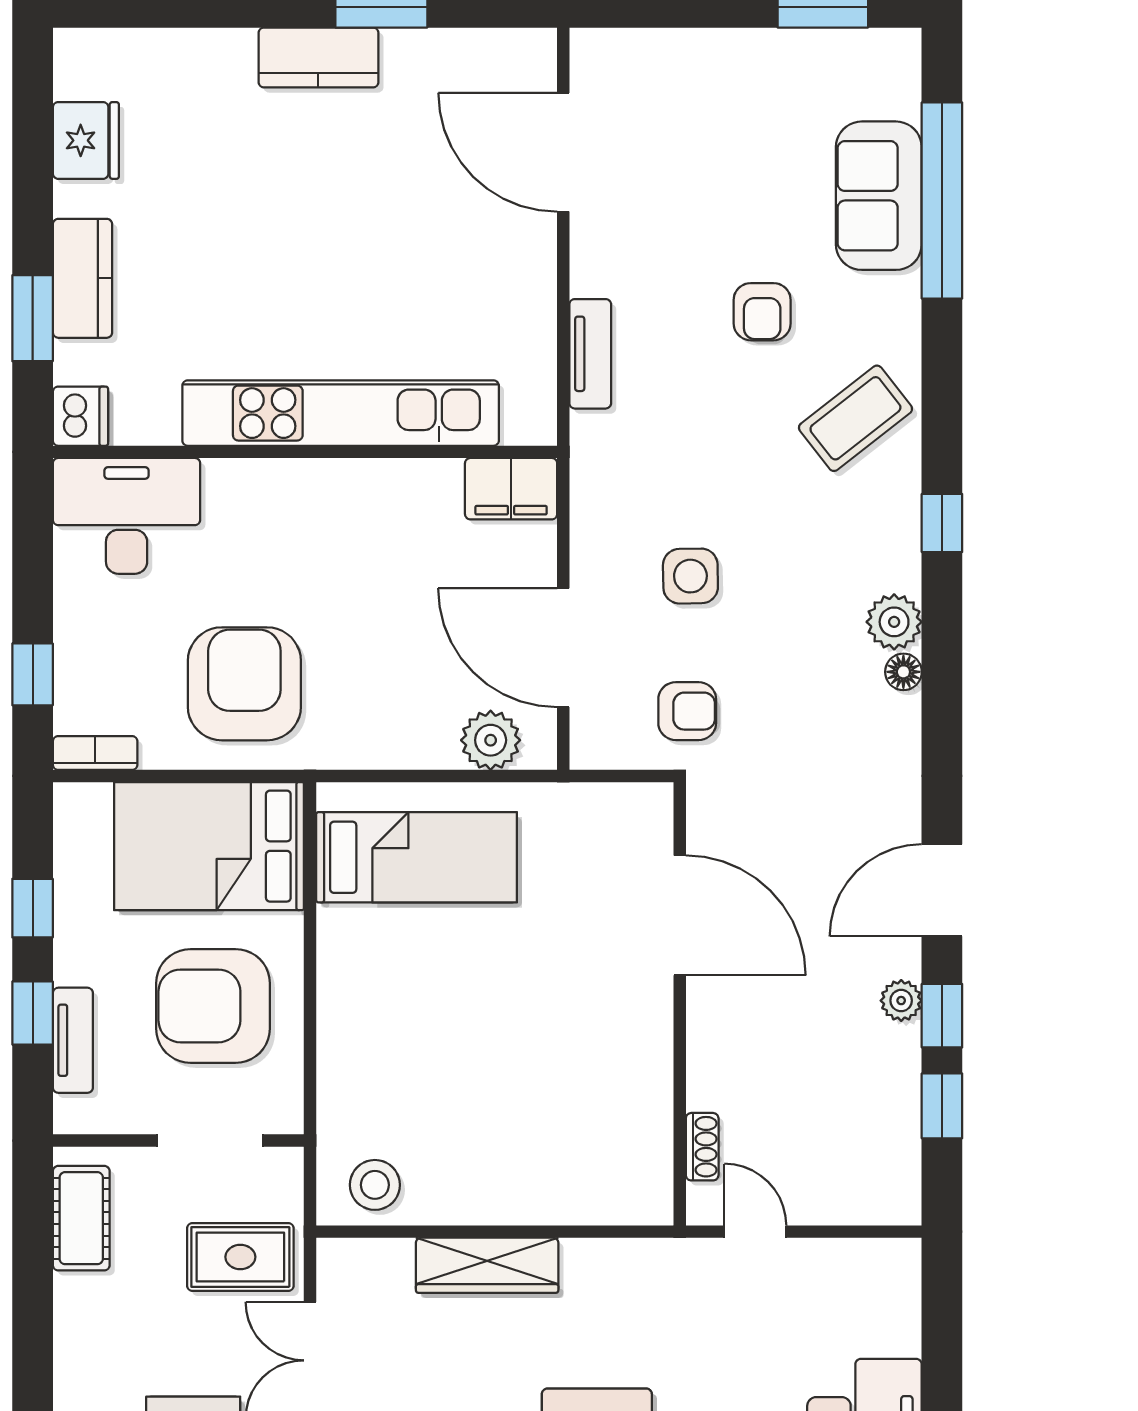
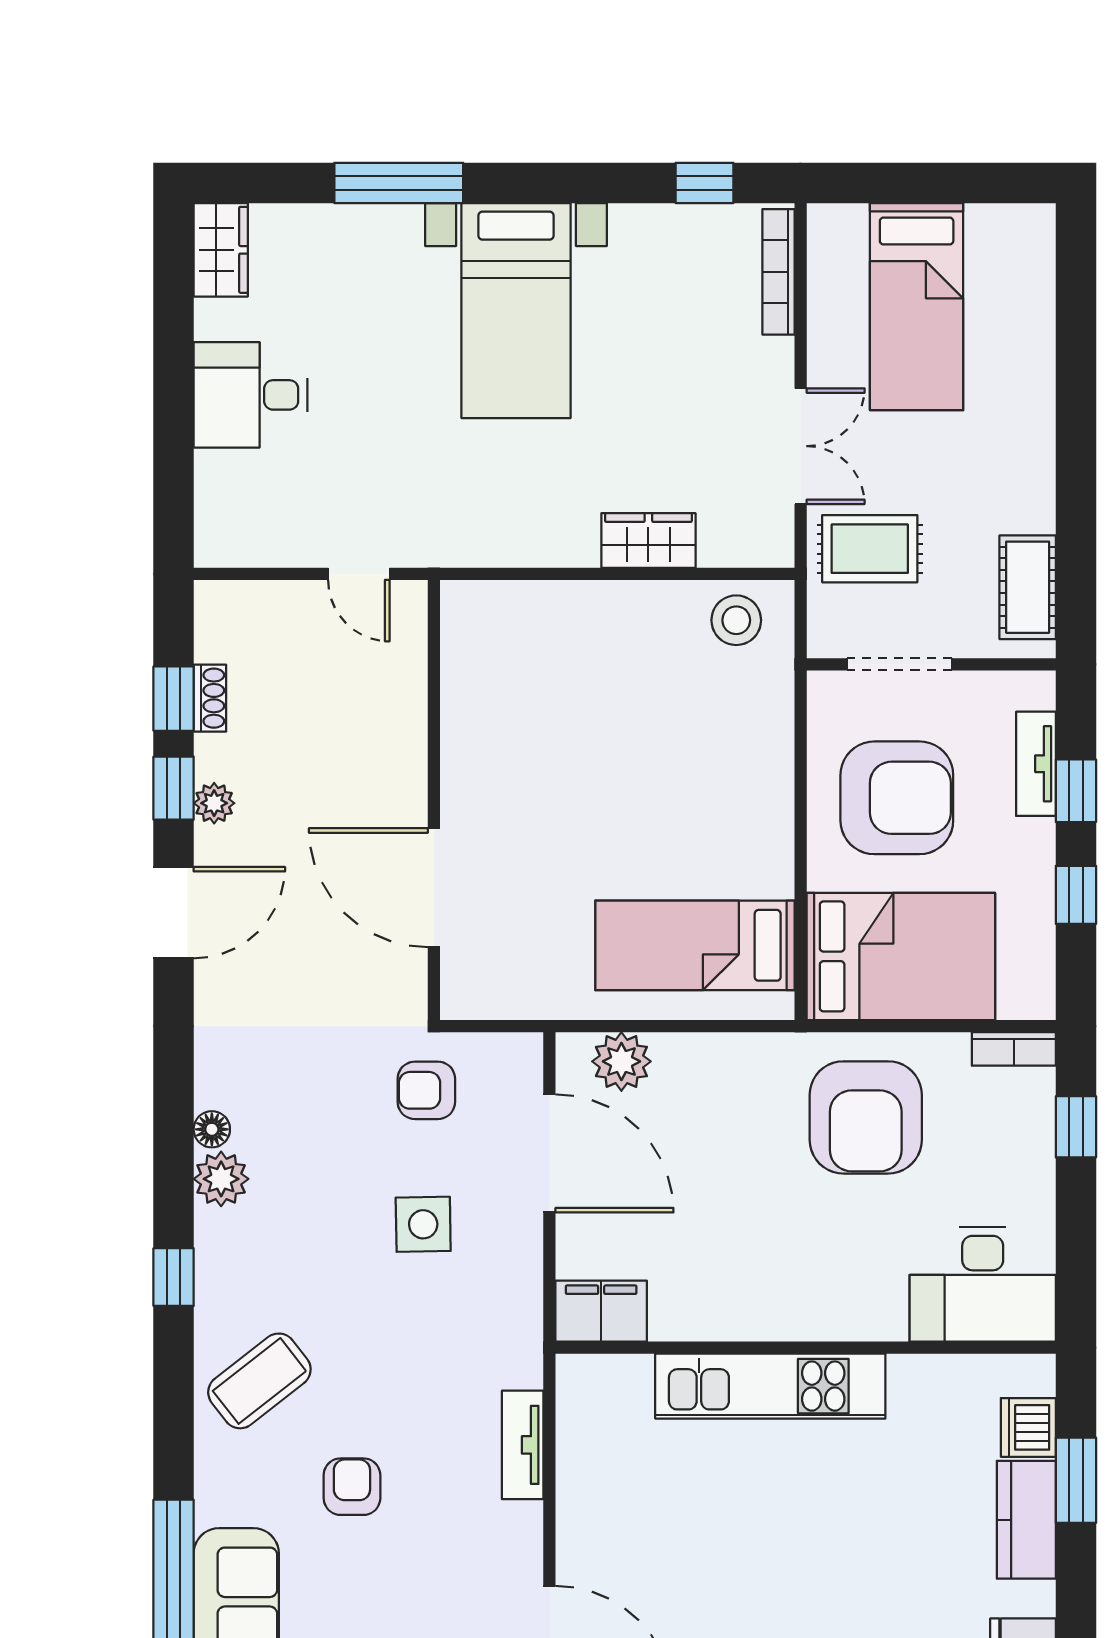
kitchen unit: (341, 413) -> (770, 1386), width x0.73
dishwasher: (81, 416) -> (1028, 1427), moved
shoe rack: (702, 1147) -> (210, 698), moved, turned 180
wardrobe: (487, 1265) -> (648, 540), width x0.67

